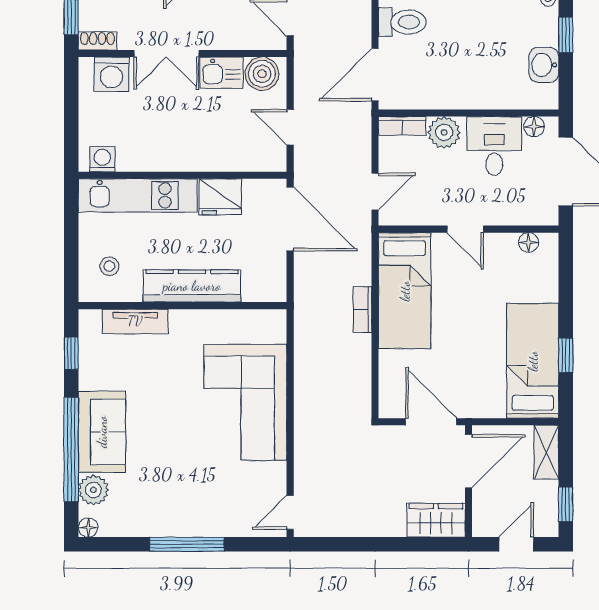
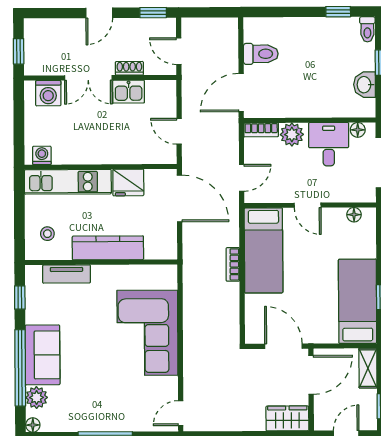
shoe rack: (97, 41) -> (129, 68), moved
boiler: (262, 74) -> (158, 92), removed

